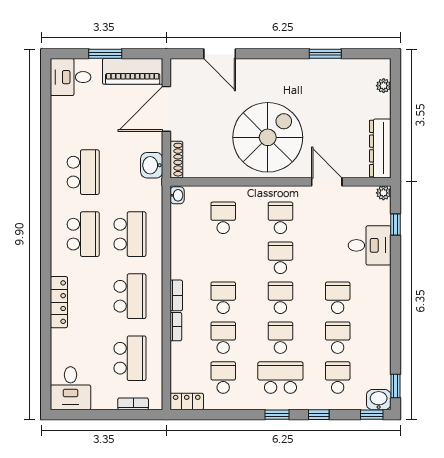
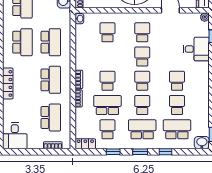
school desk: (223, 338) -> (107, 105), width x1.85
school desk: (338, 378) -> (177, 129), width x1.85
window: (372, 415) -> (113, 152), moved

